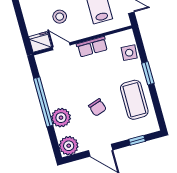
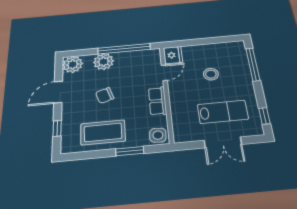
wall: (83, 40) -> (166, 93), moved
fridge: (40, 42) -> (173, 55), moved
door: (61, 46) -> (164, 73), moved
row of seats: (92, 47) -> (158, 101), moved

